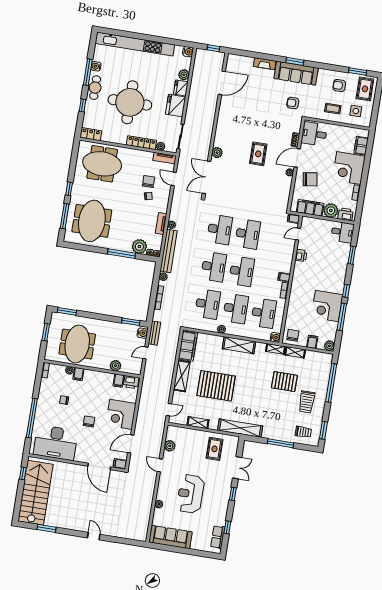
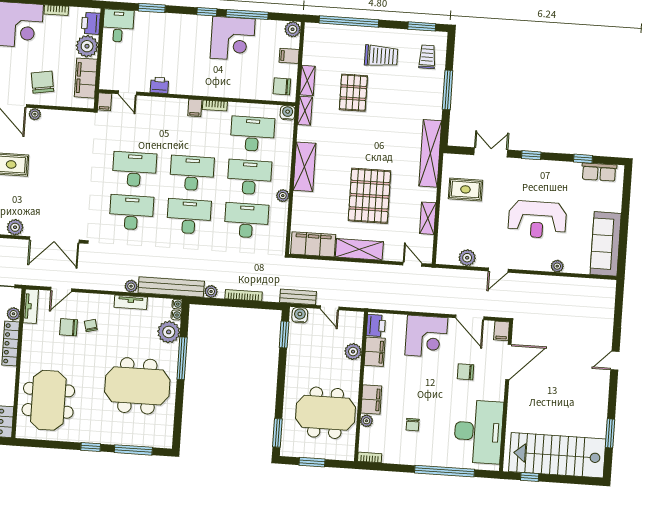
meeting table: (92, 221) -> (137, 386), moved
filing cabinet: (78, 374) -> (371, 399), width x2.00
filing cabinet: (119, 381) -> (375, 352), width x2.00
chair: (89, 421) -> (466, 372), moved

